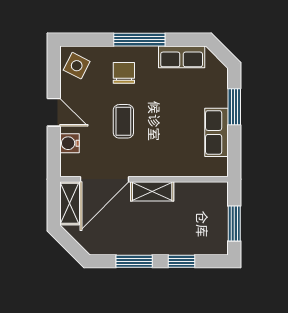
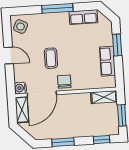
chair: (124, 73) -> (64, 82), moved
water cooler: (70, 143) -> (20, 88), moved
shelving: (152, 191) -> (104, 97), moved
window: (182, 261) -> (102, 140), moved

